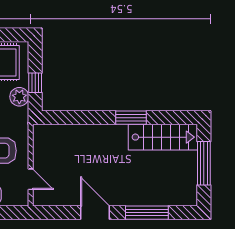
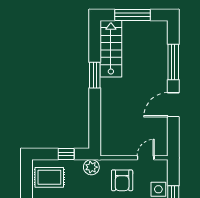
plant: (19, 97) -> (91, 167), moved

